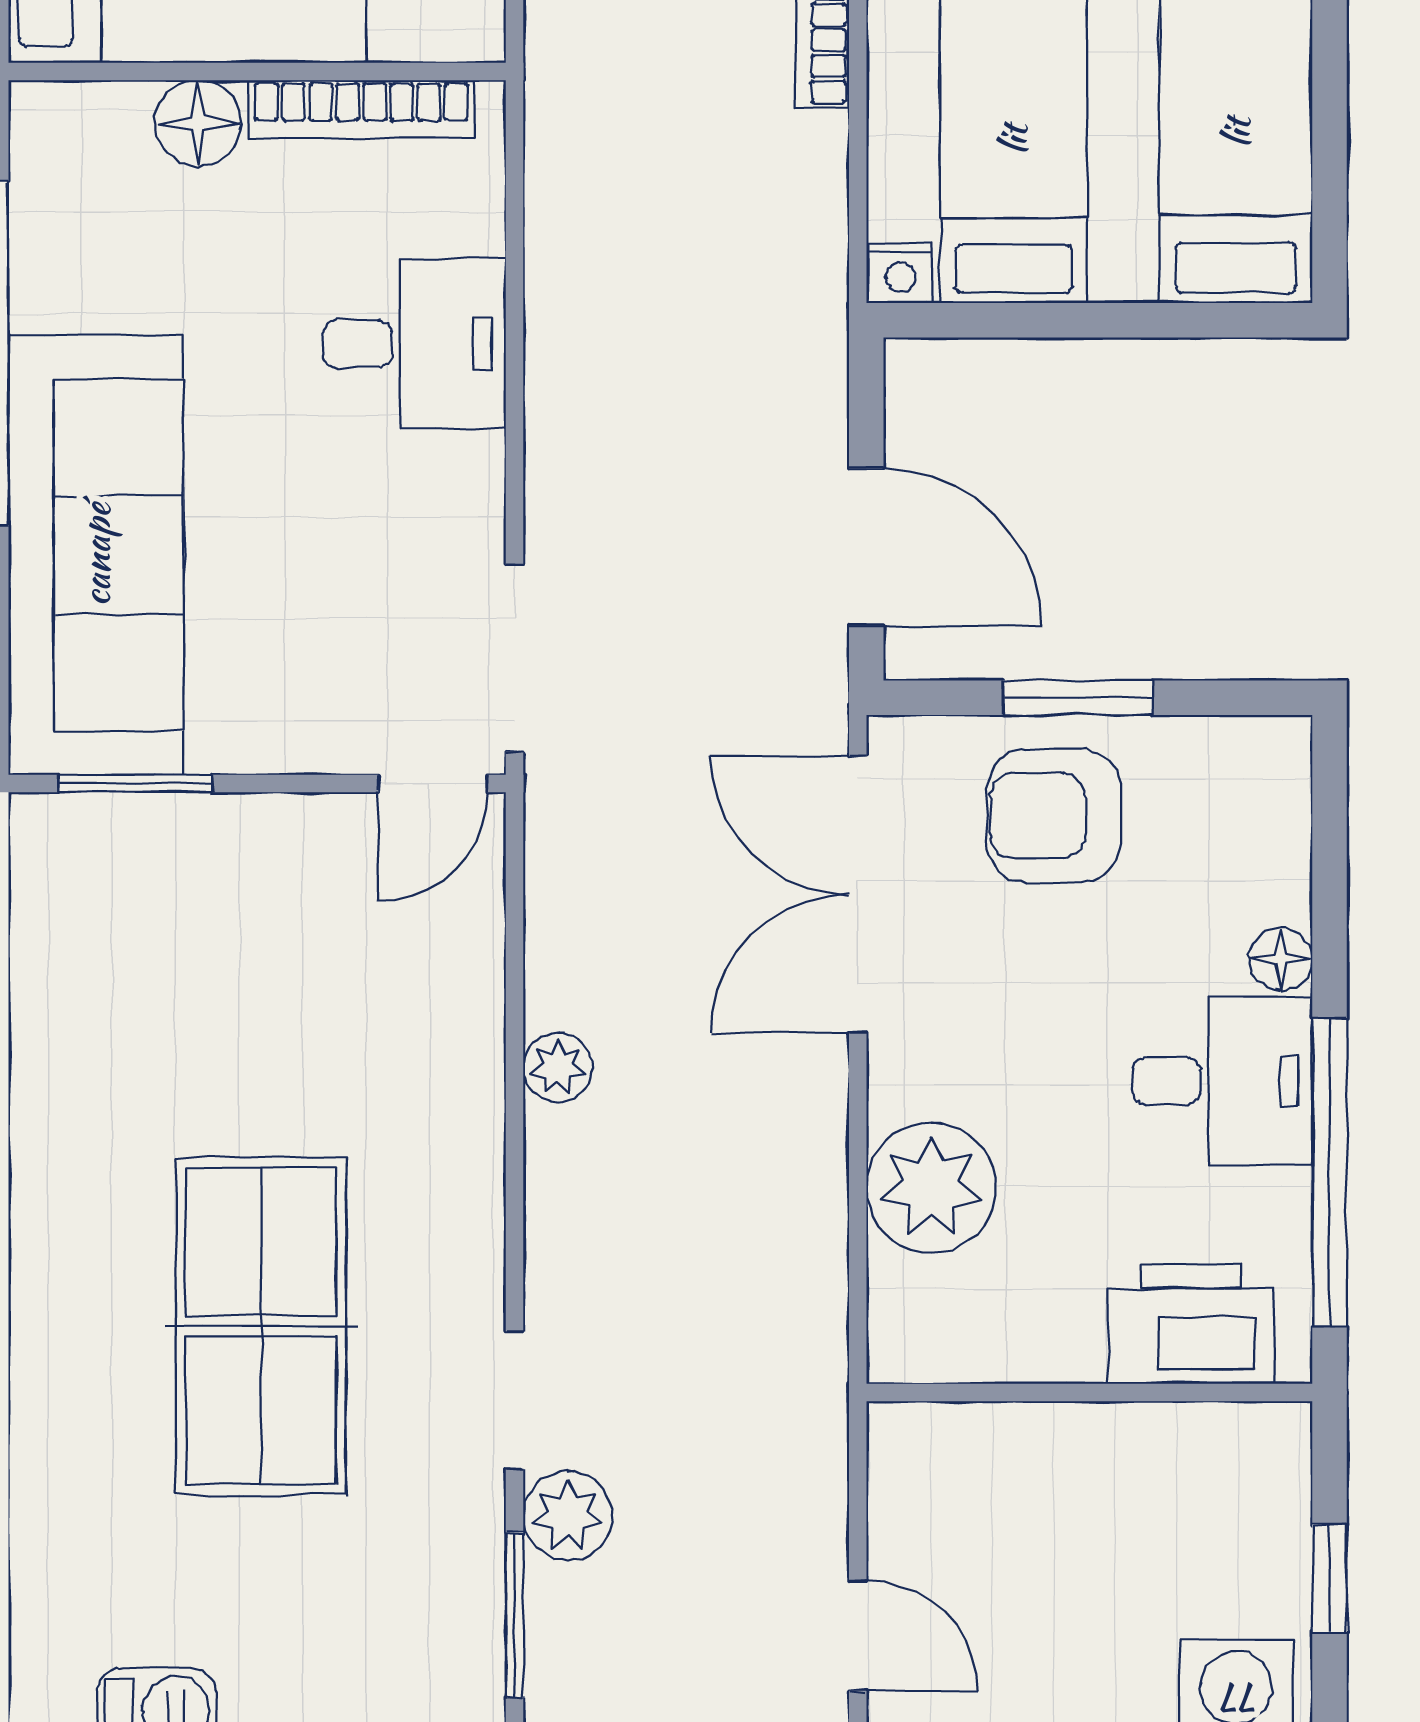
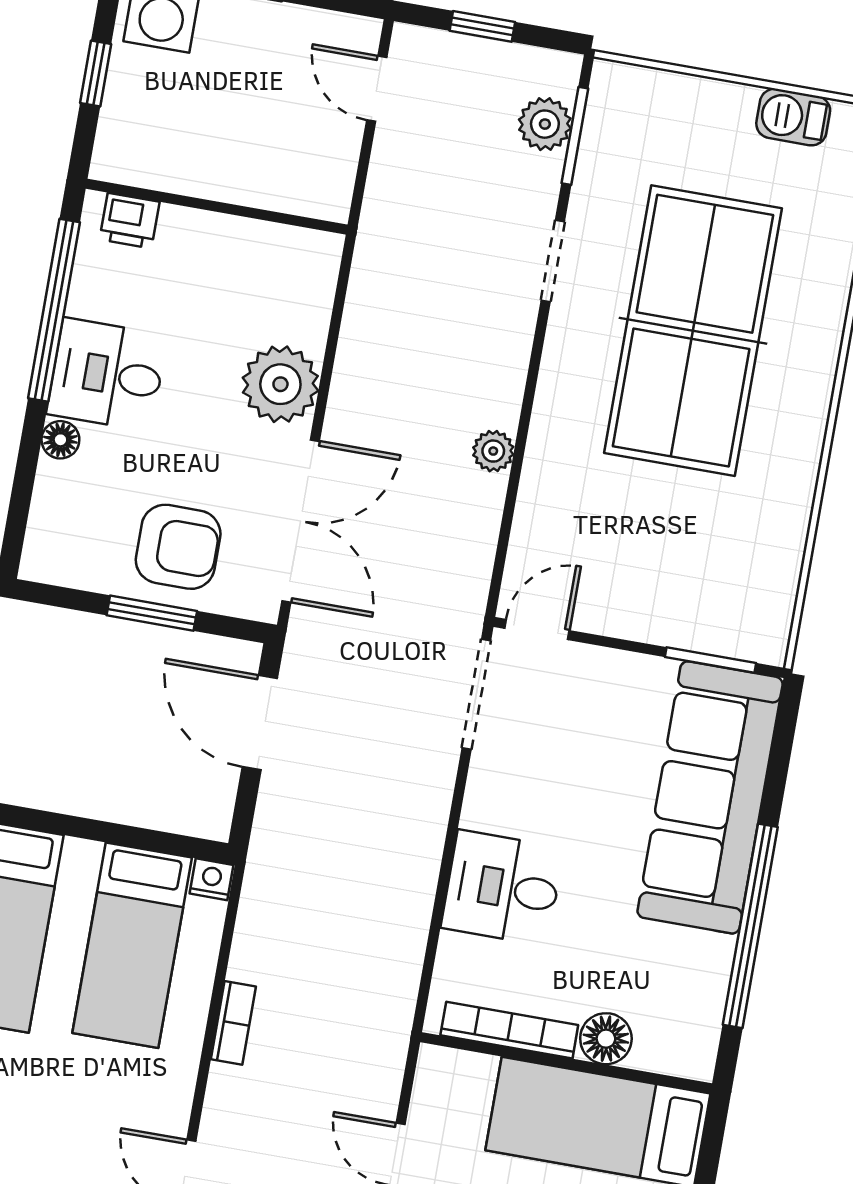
plant: (931, 1187) -> (280, 384), moved
printer: (1191, 1324) -> (130, 221), width x0.53, depth x0.68
table tennis table: (261, 1326) -> (693, 331), width x1.36, depth x1.32
plant: (568, 1516) -> (545, 124), moved

